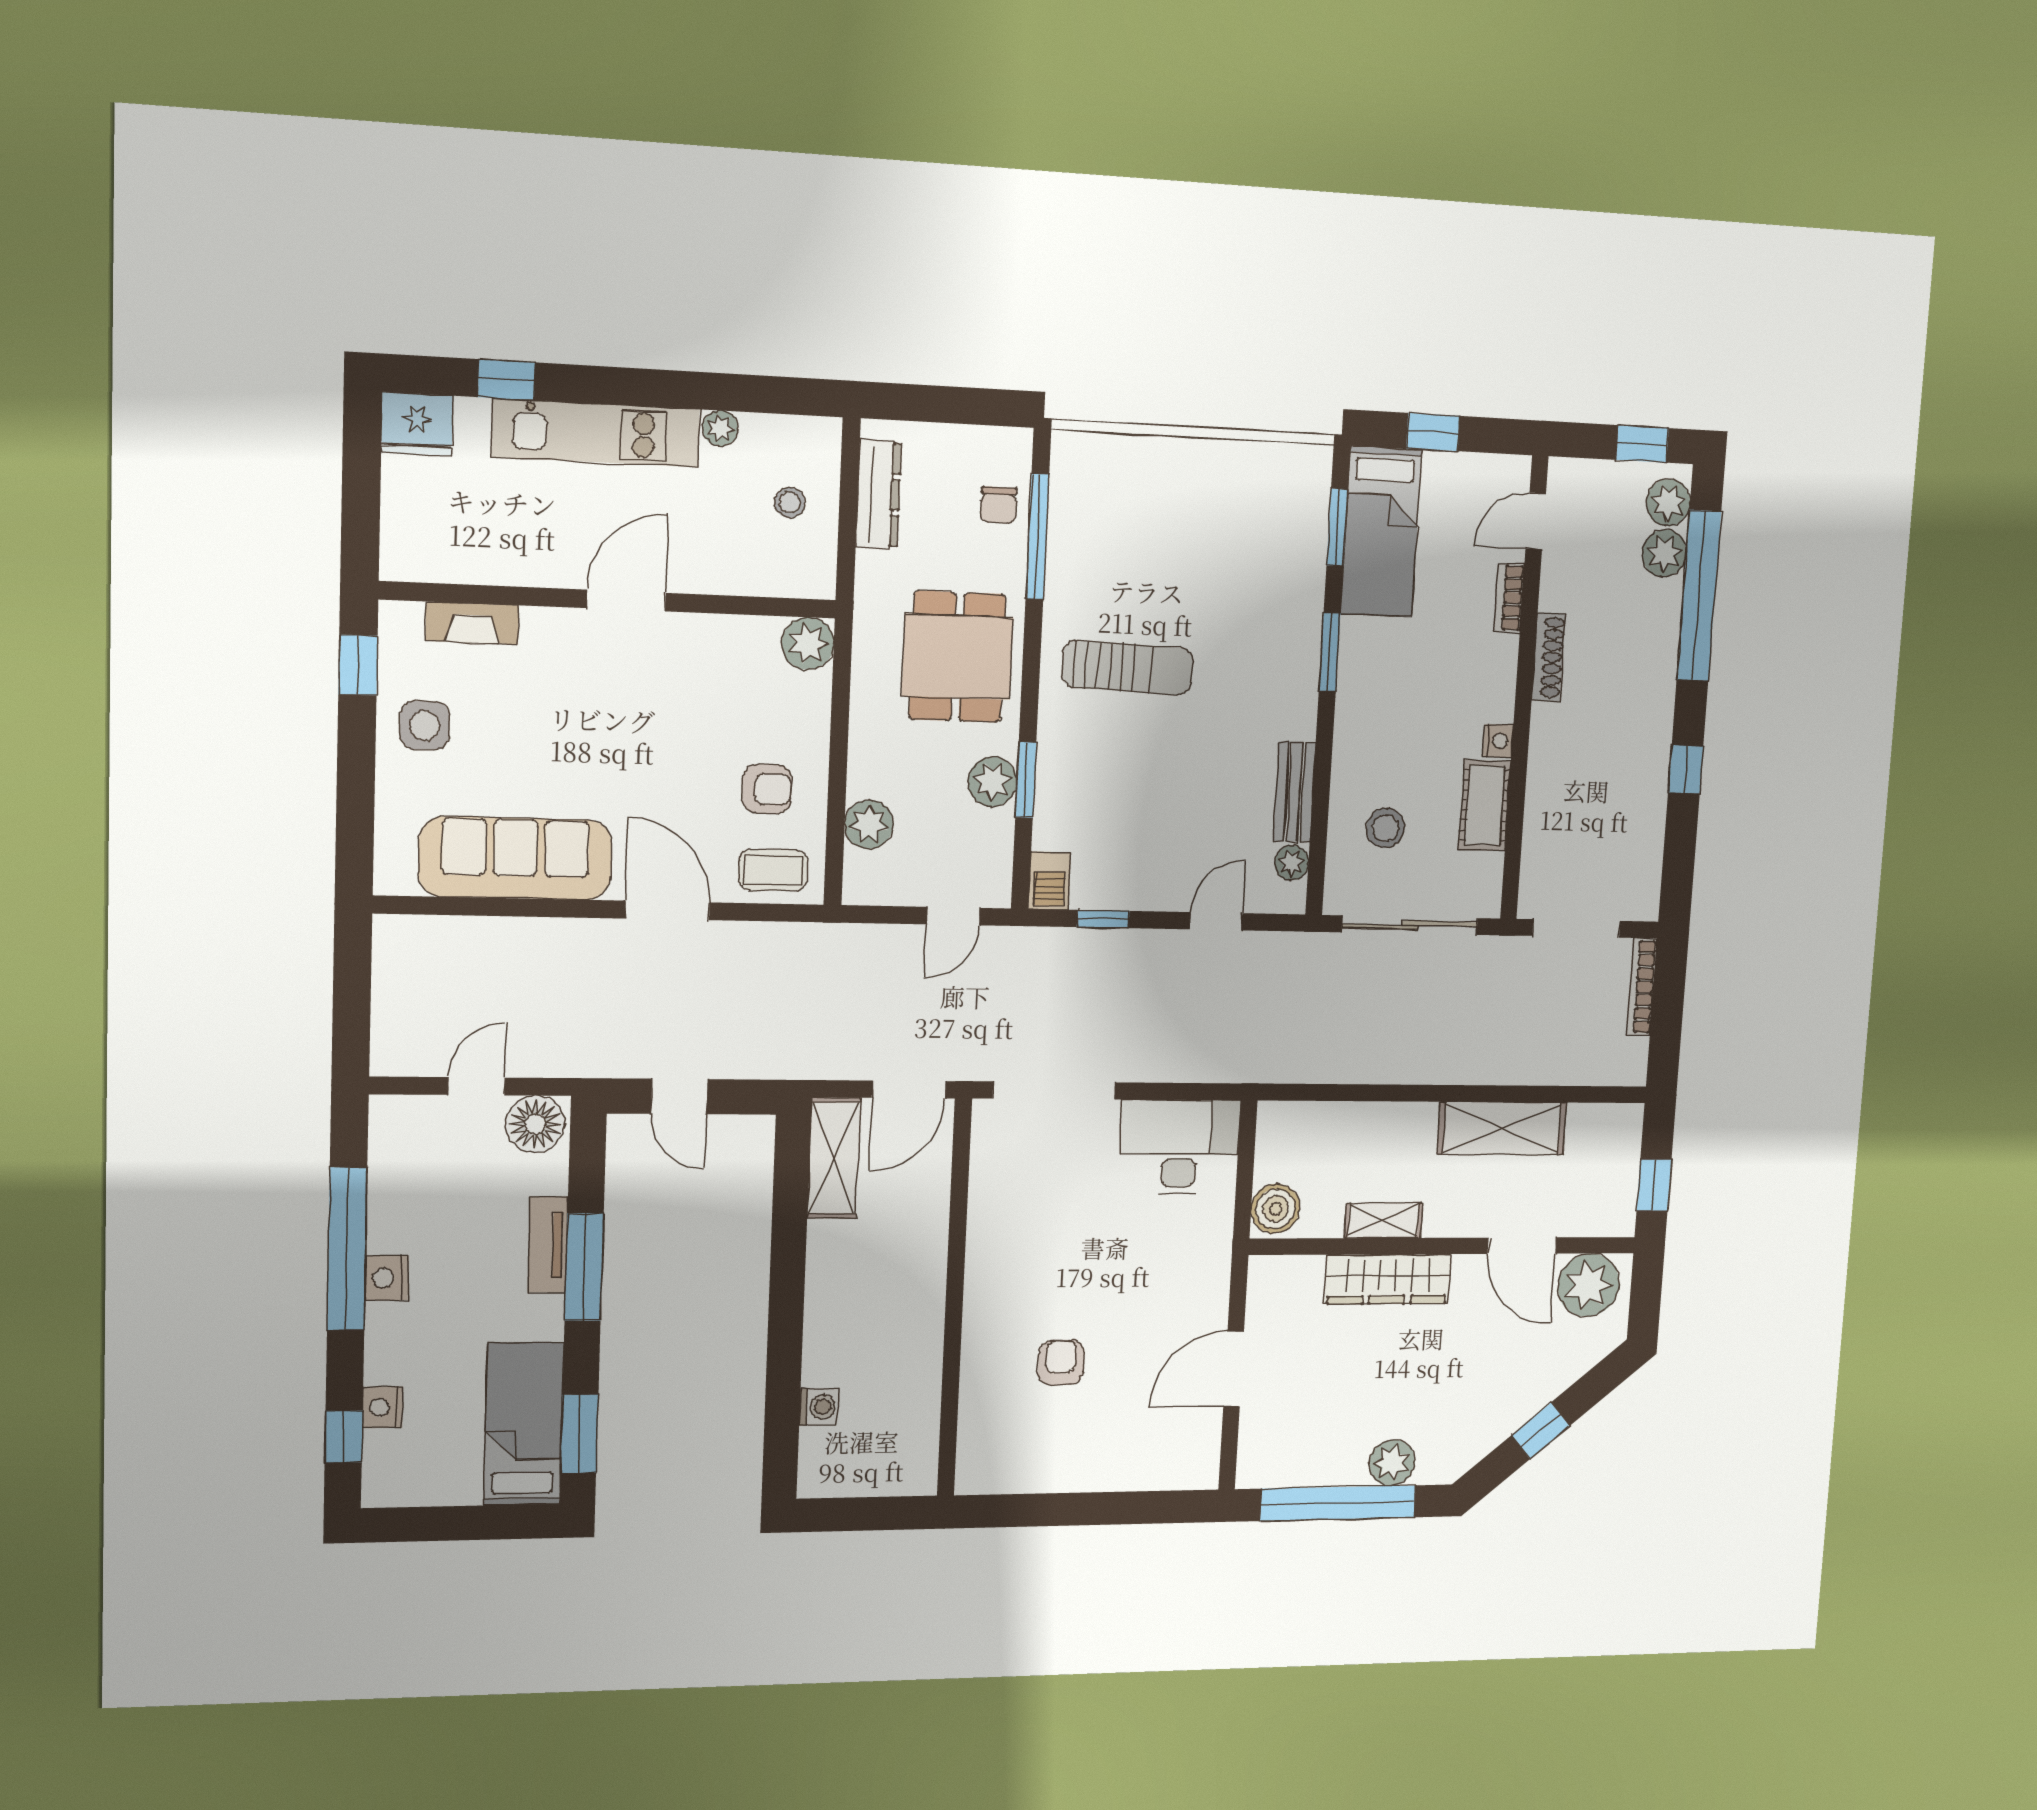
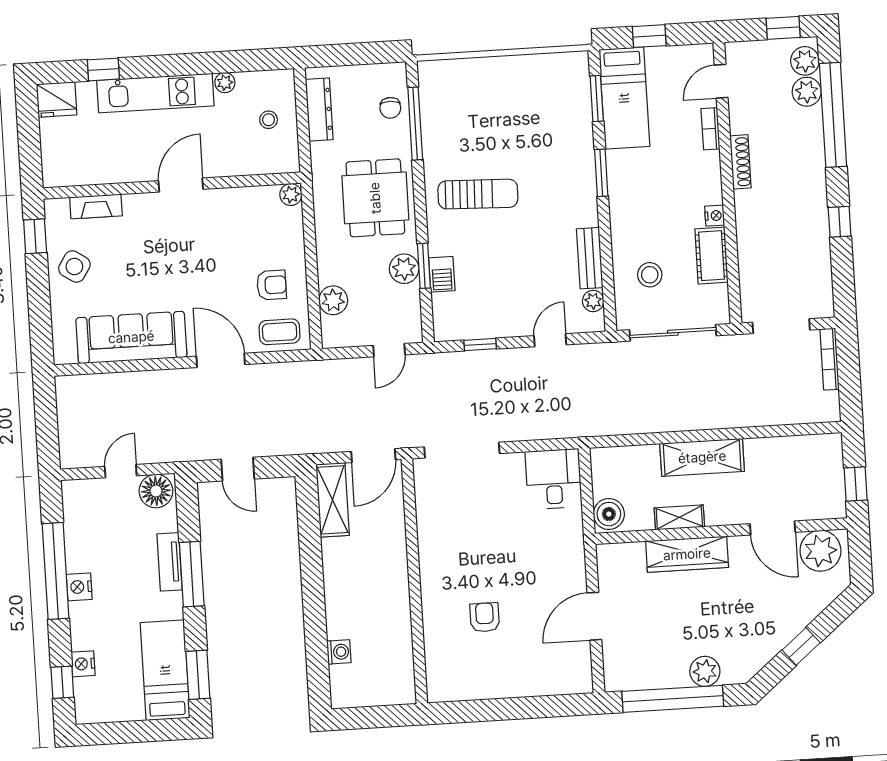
plant: (808, 643) -> (291, 195), width x0.73, depth x0.73
side table: (425, 725) -> (74, 267), turned 33
barbecue: (1050, 881) -> (442, 274), moved
shelving: (1502, 1128) -> (702, 457), moved
desk: (1180, 1147) -> (554, 479), width x0.73

